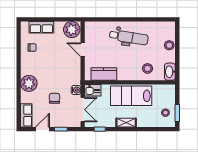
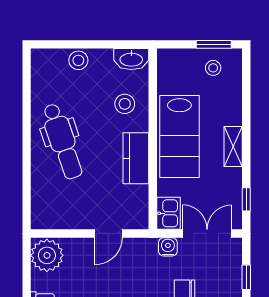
dental chair: (129, 37) -> (62, 141), turned 152
door: (83, 50) -> (108, 233), moved
kitchen counter: (104, 74) -> (136, 158), moved

